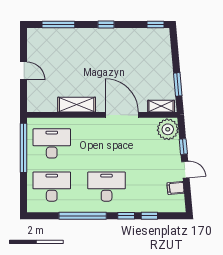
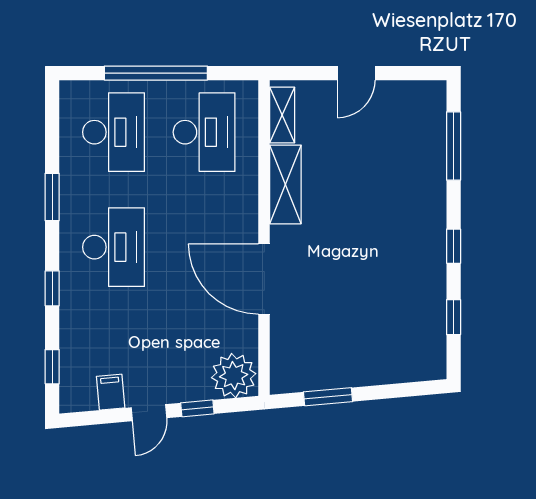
window: (155, 25) -> (454, 317), moved
shelving: (161, 106) -> (282, 115), moved
door: (122, 115) -> (264, 279), swing flipped
window: (24, 148) -> (156, 73), moved
window: (83, 216) -> (52, 197), width x0.47
window: (149, 216) -> (52, 367), moved

